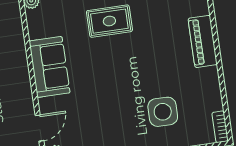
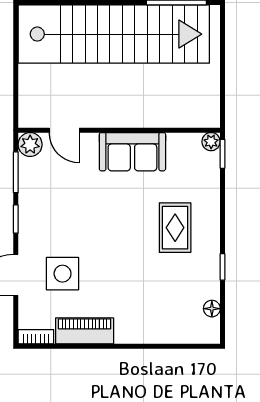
piano: (203, 41) -> (85, 331), moved

